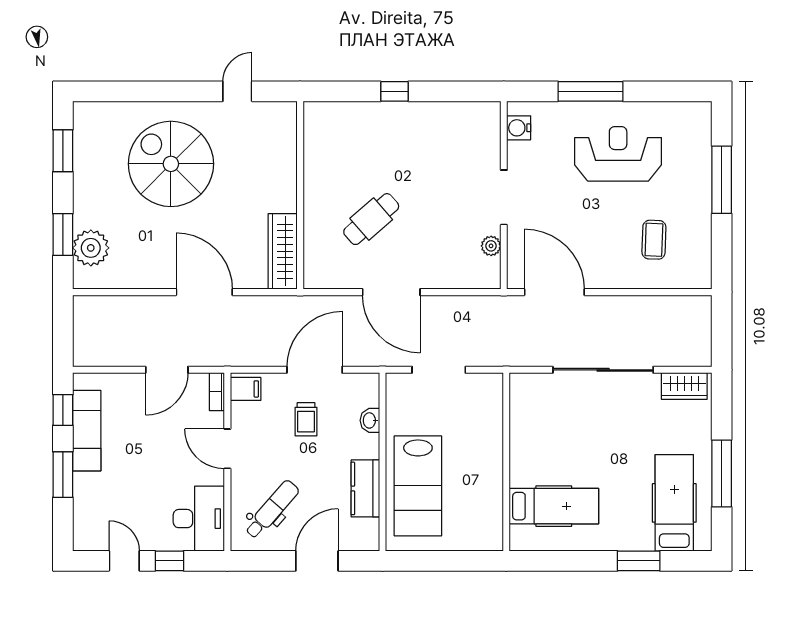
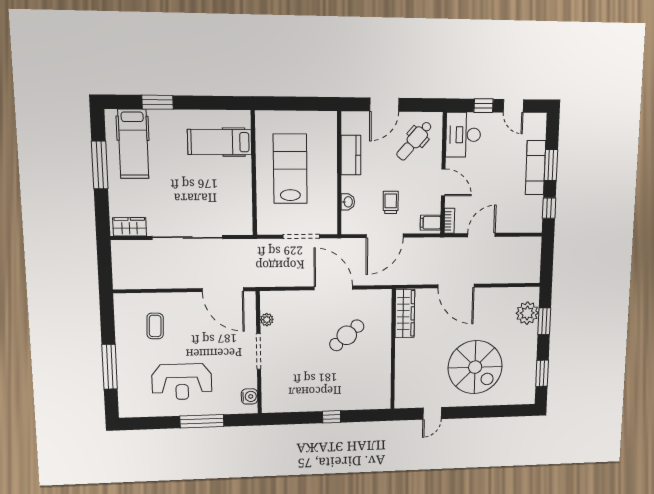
exam couch: (87, 431) -> (535, 168), moved
lab bench: (418, 486) -> (290, 169), moved

